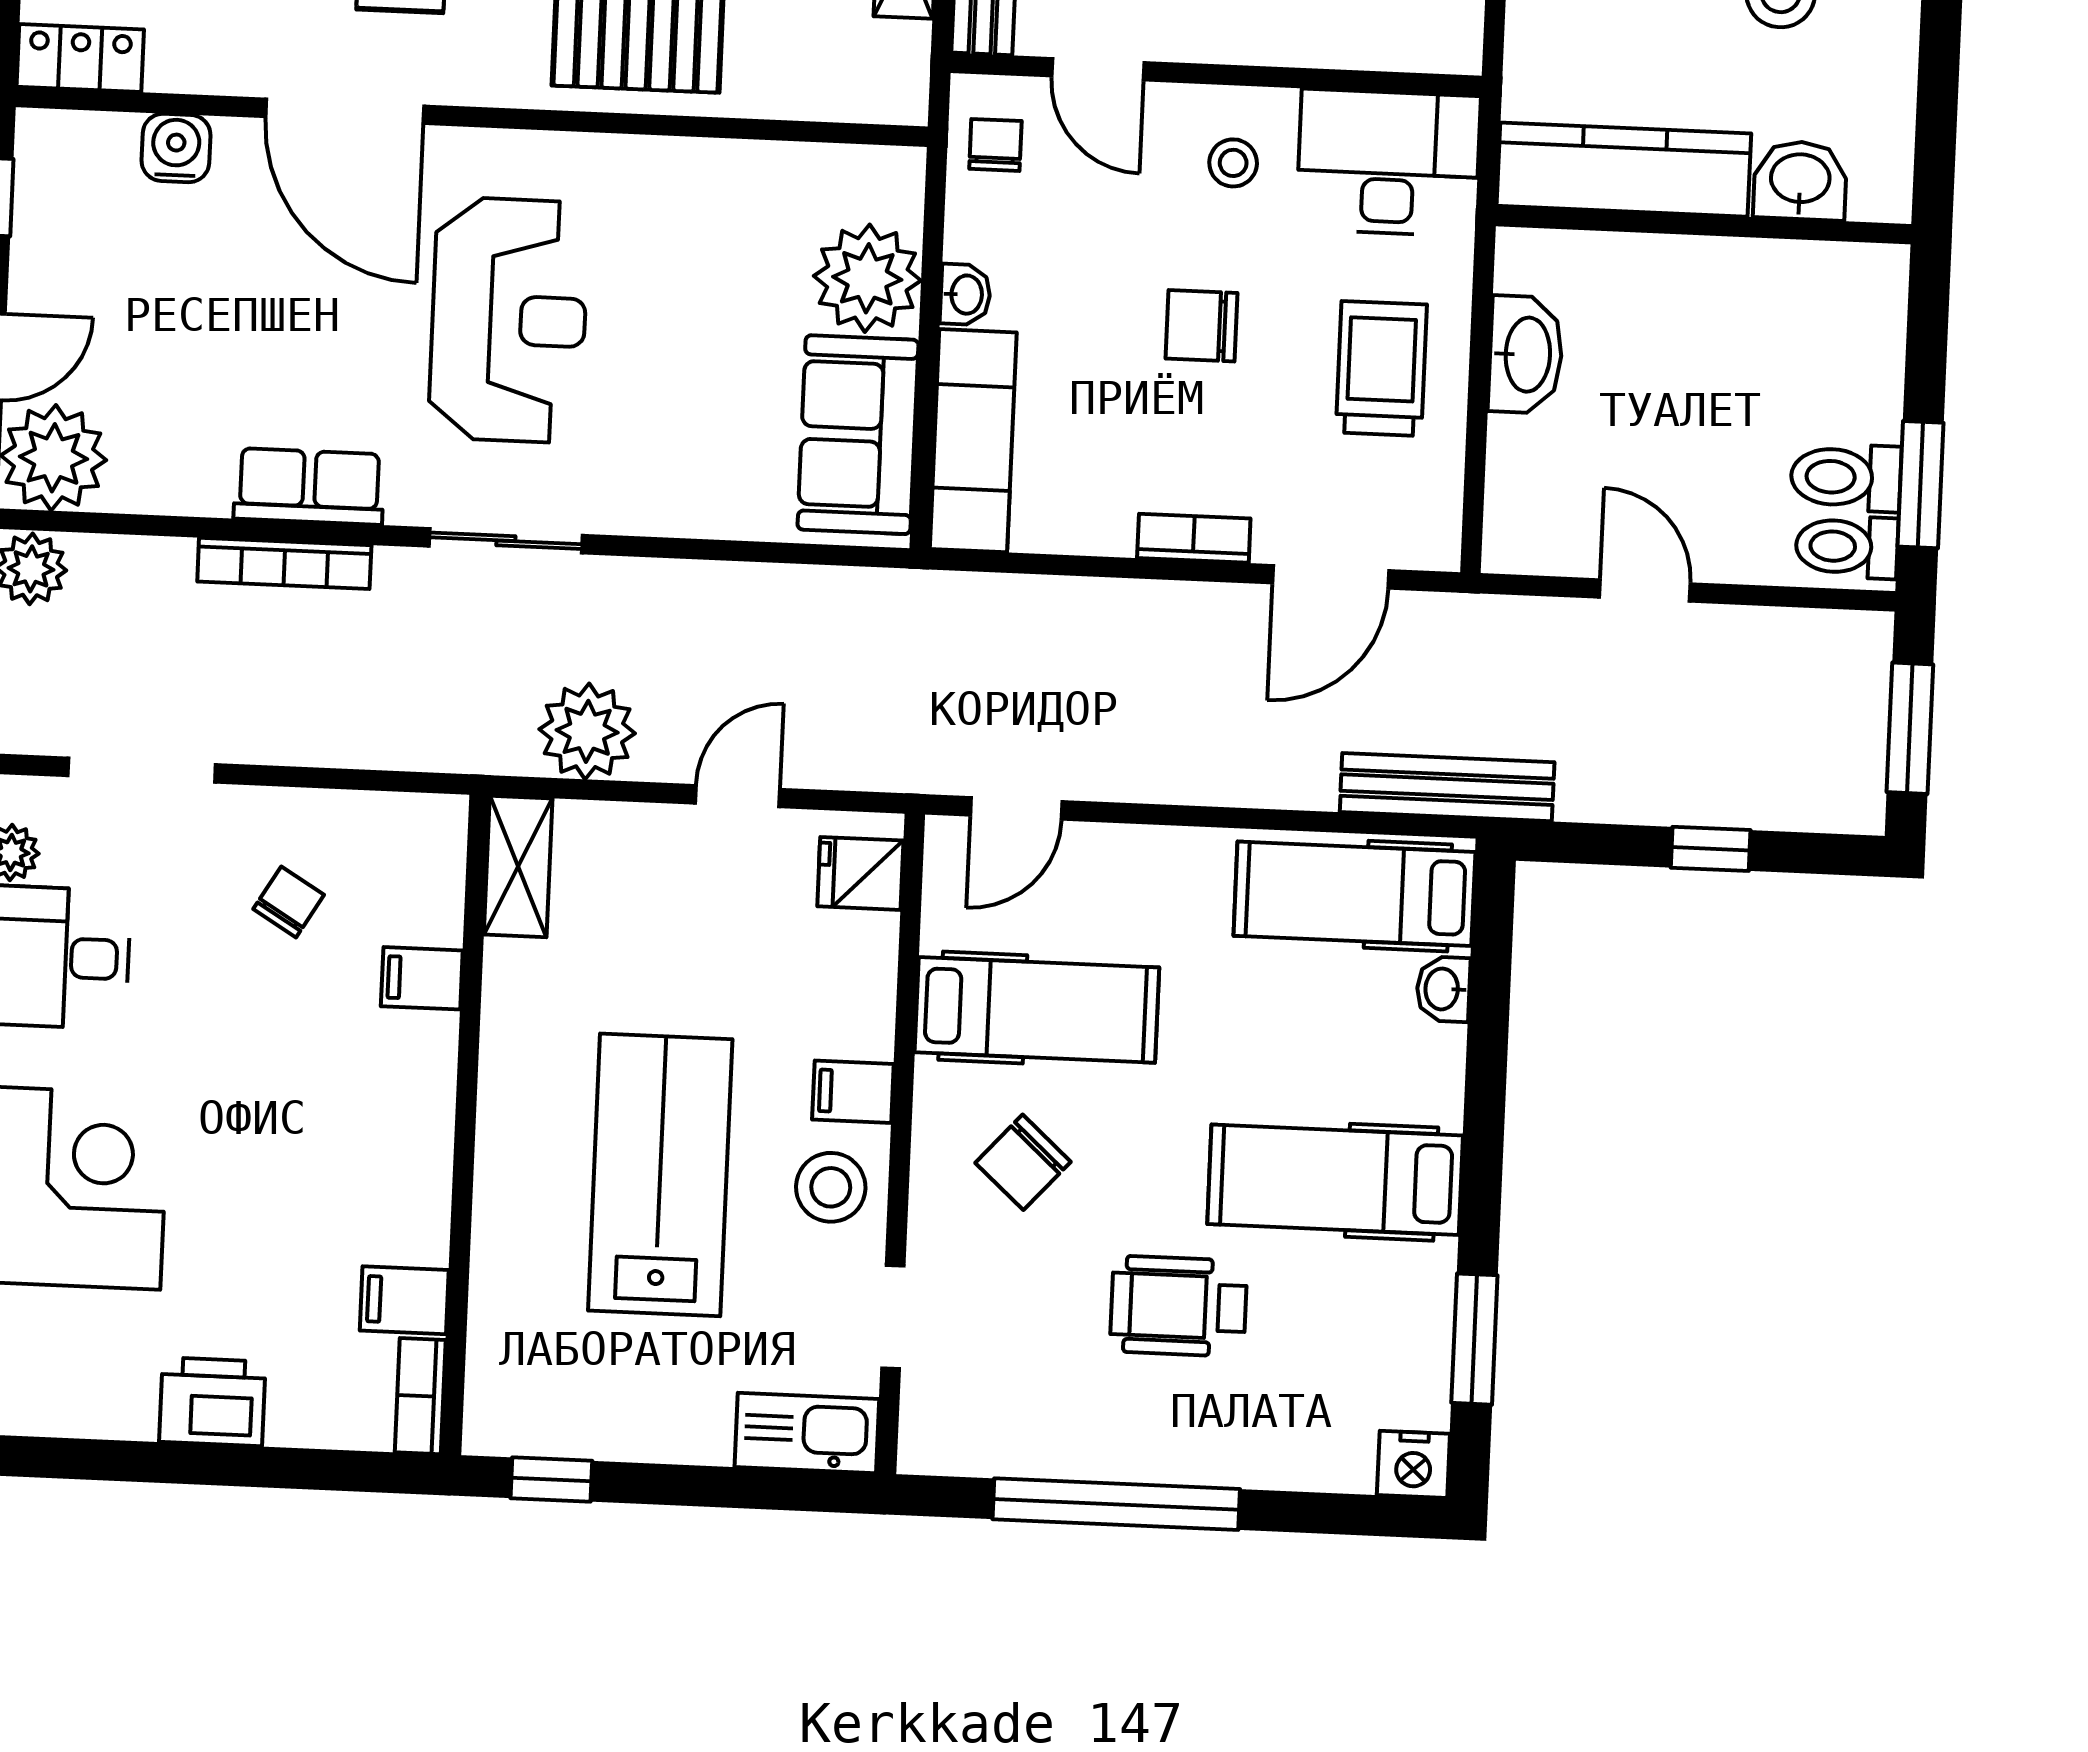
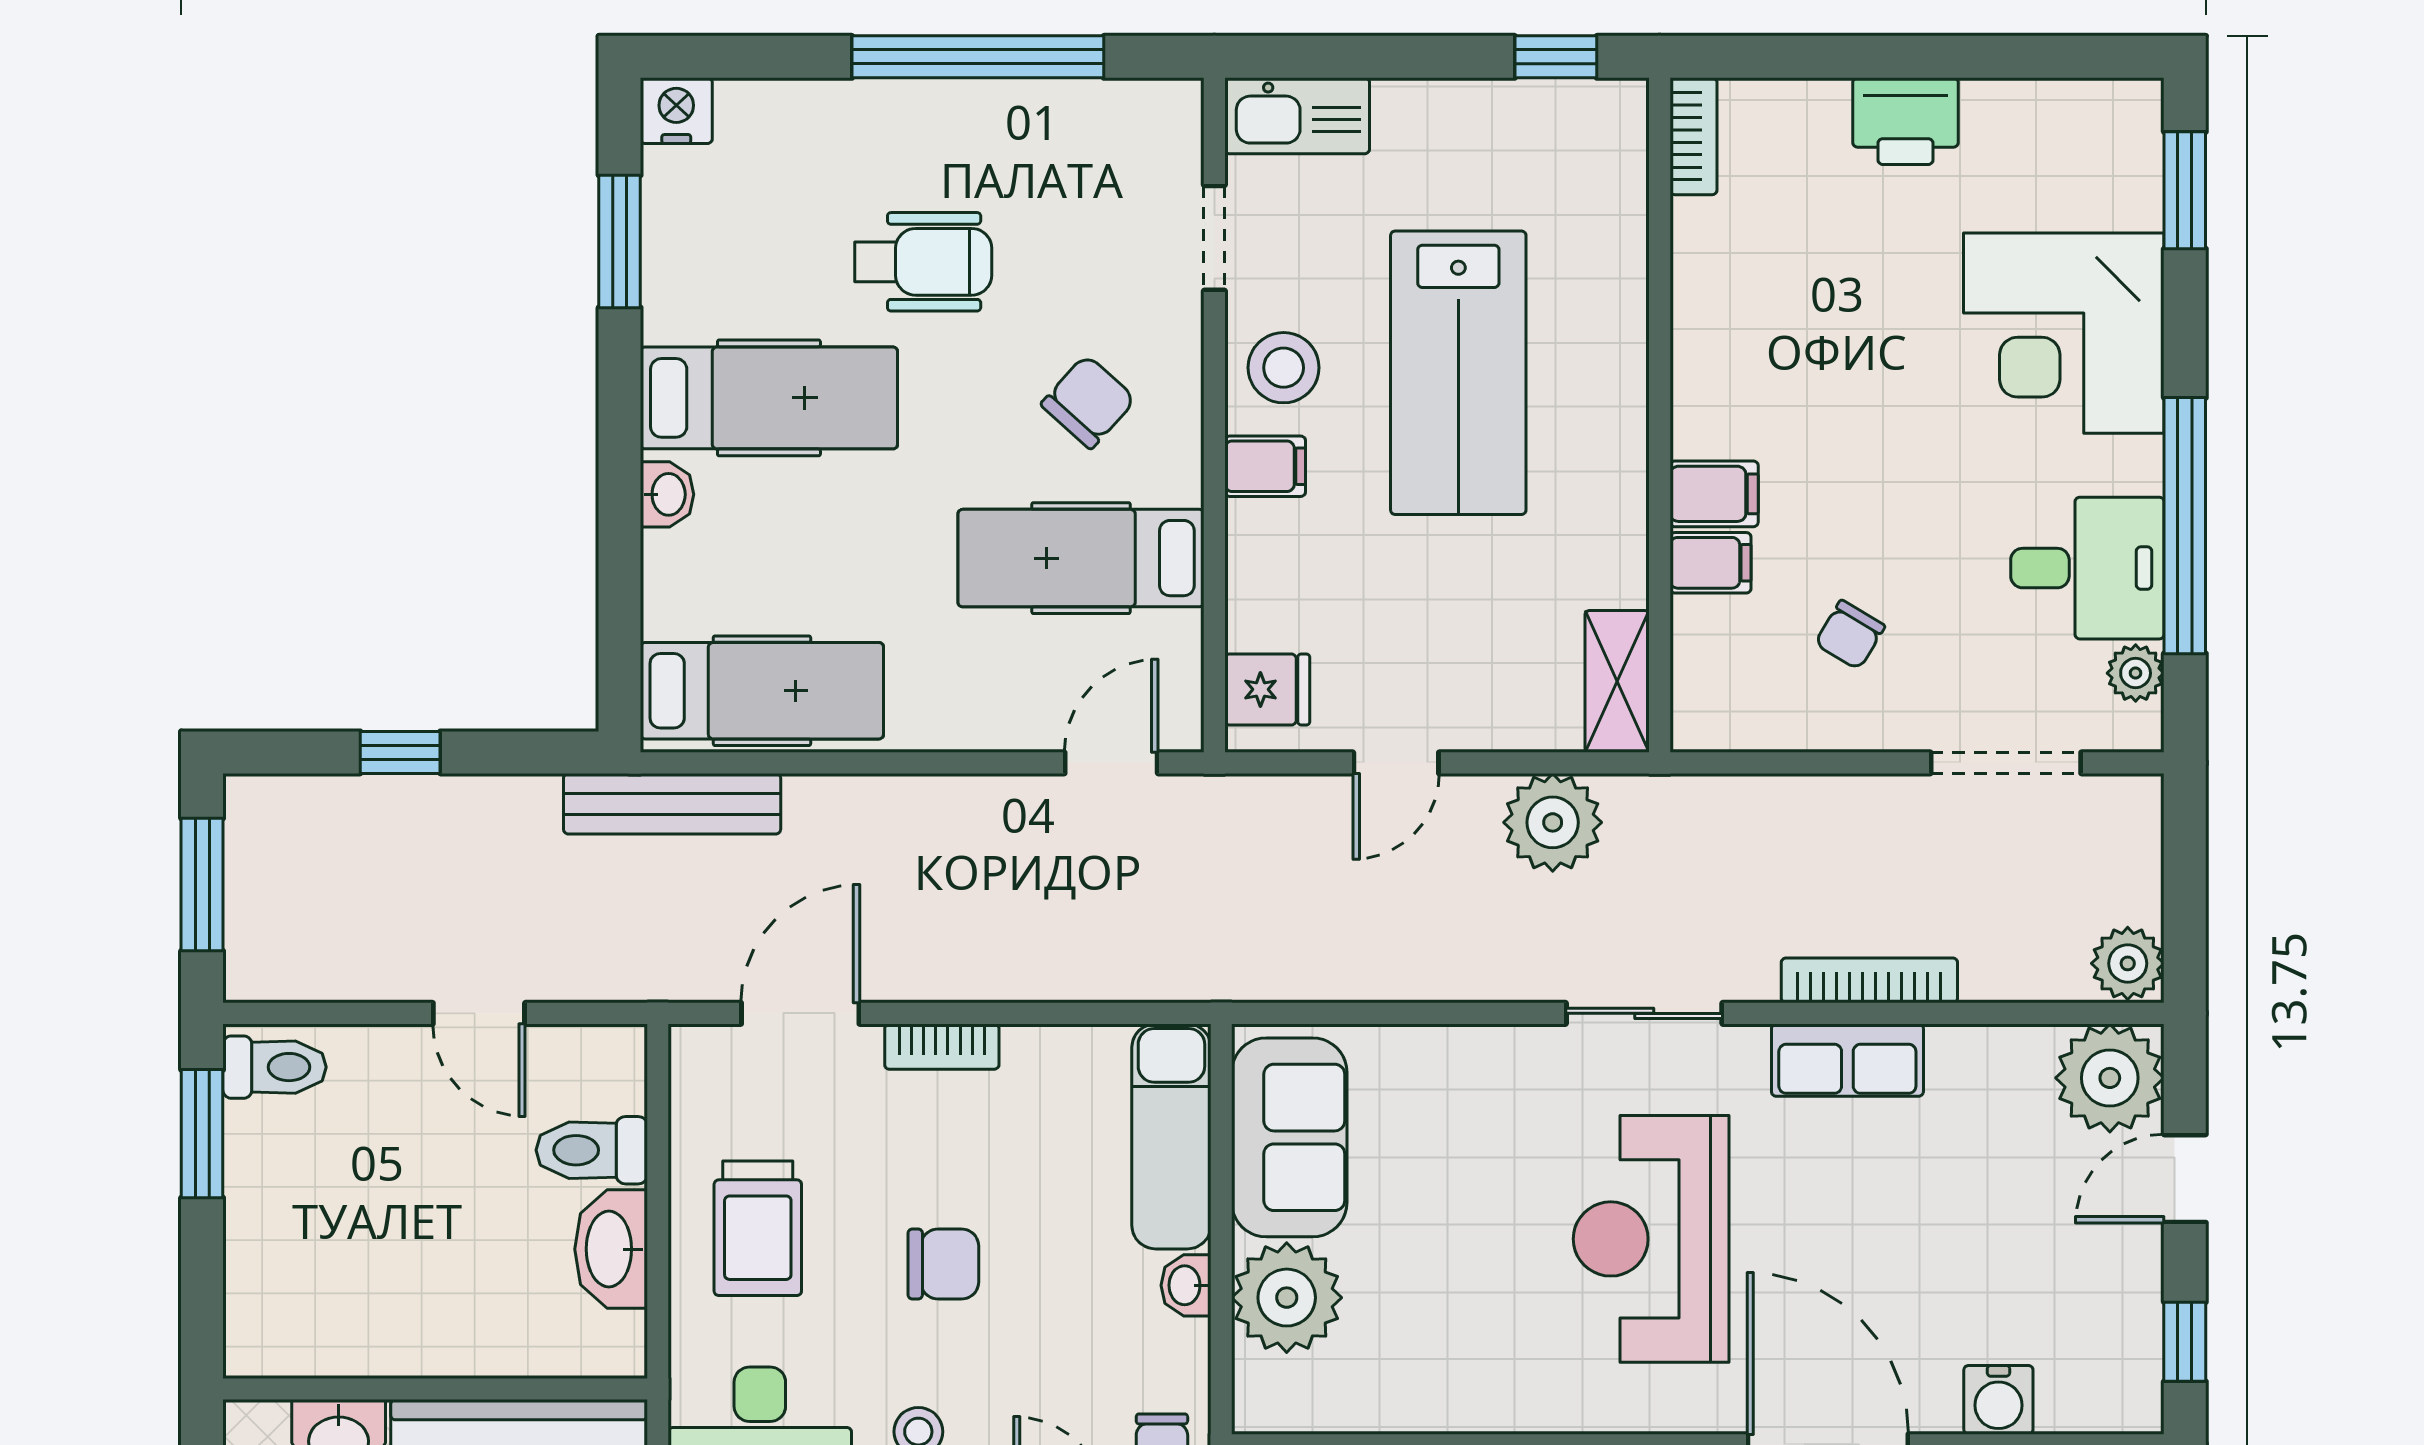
toilet: (1846, 477) -> (592, 1150), moved, turned 180
washbasin: (1443, 989) -> (667, 494), moved
filing cabinet: (404, 1300) -> (1714, 494), moved

